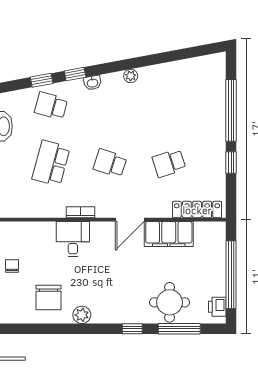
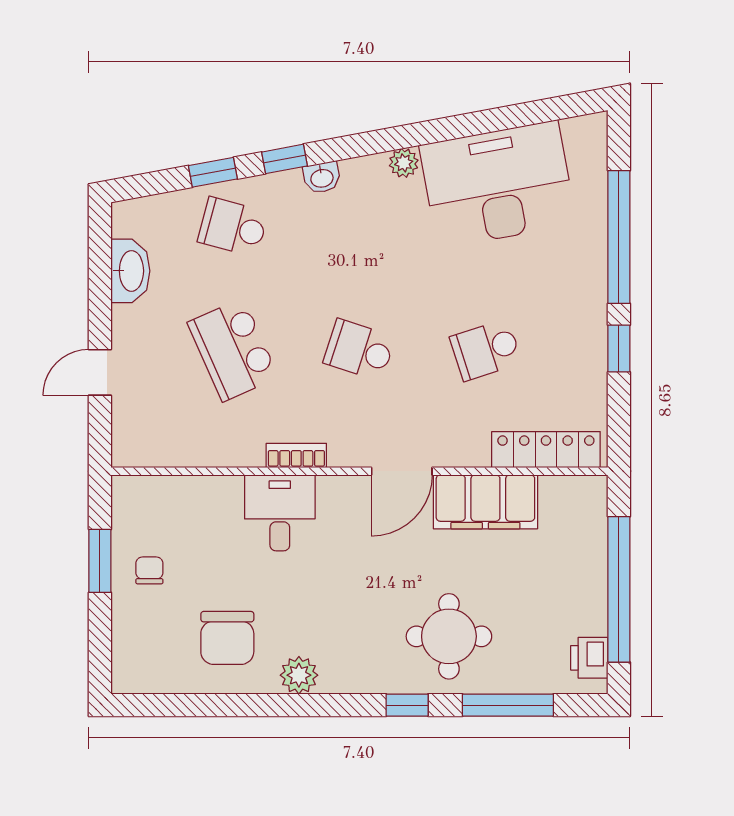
desk: (175, 86) -> (498, 184), added
school desk: (51, 163) -> (233, 350), turned -39
round table: (170, 302) -> (449, 636), moved

